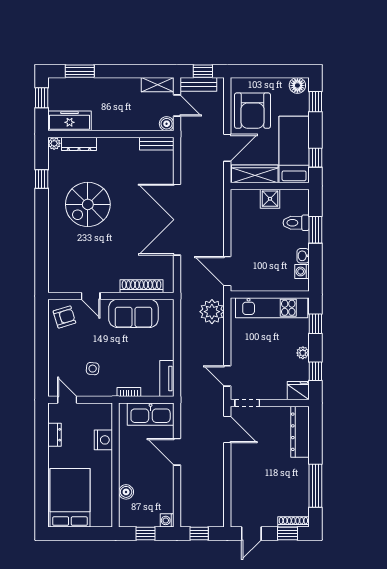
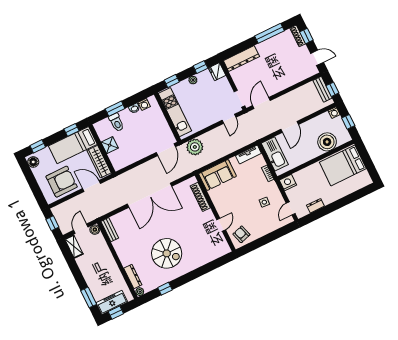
bench: (198, 84) -> (322, 89), moved
freezer: (70, 121) -> (112, 302), moved, turned 90
sofa: (133, 313) -> (218, 175), moved, turned 90
nightstand: (103, 440) -> (288, 183), moved
boiler: (126, 492) -> (327, 142), width x1.86, depth x1.86
bed: (70, 498) -> (343, 165), moved

